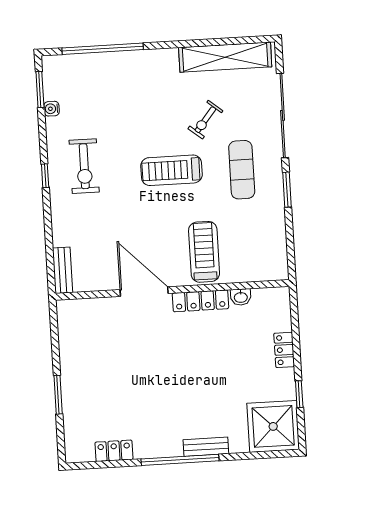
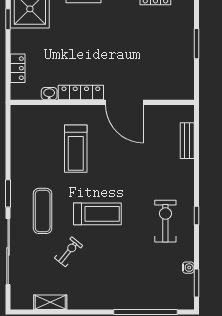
shelving: (225, 57) -> (50, 302), width x0.45, depth x0.75
wall: (172, 290) -> (102, 102), moved
door: (144, 292) -> (124, 102), moved
washbasin: (241, 297) -> (49, 94), moved
locker: (200, 301) -> (81, 93), moved
window: (299, 394) -> (8, 19), moved

